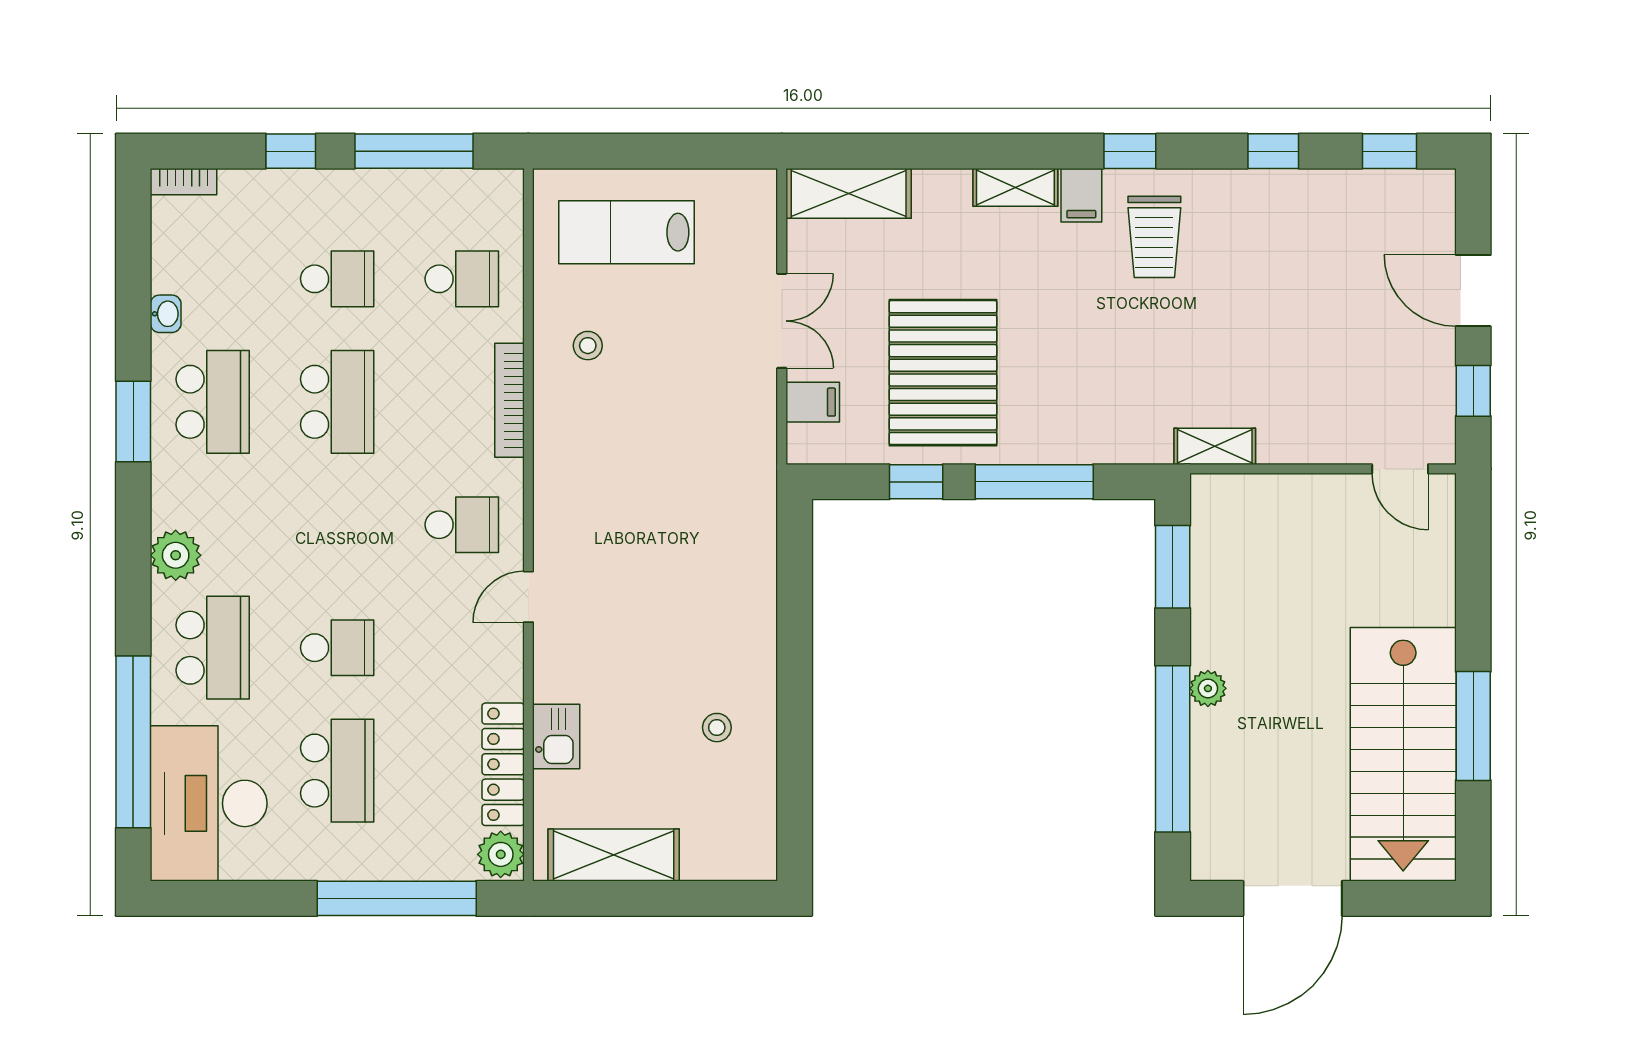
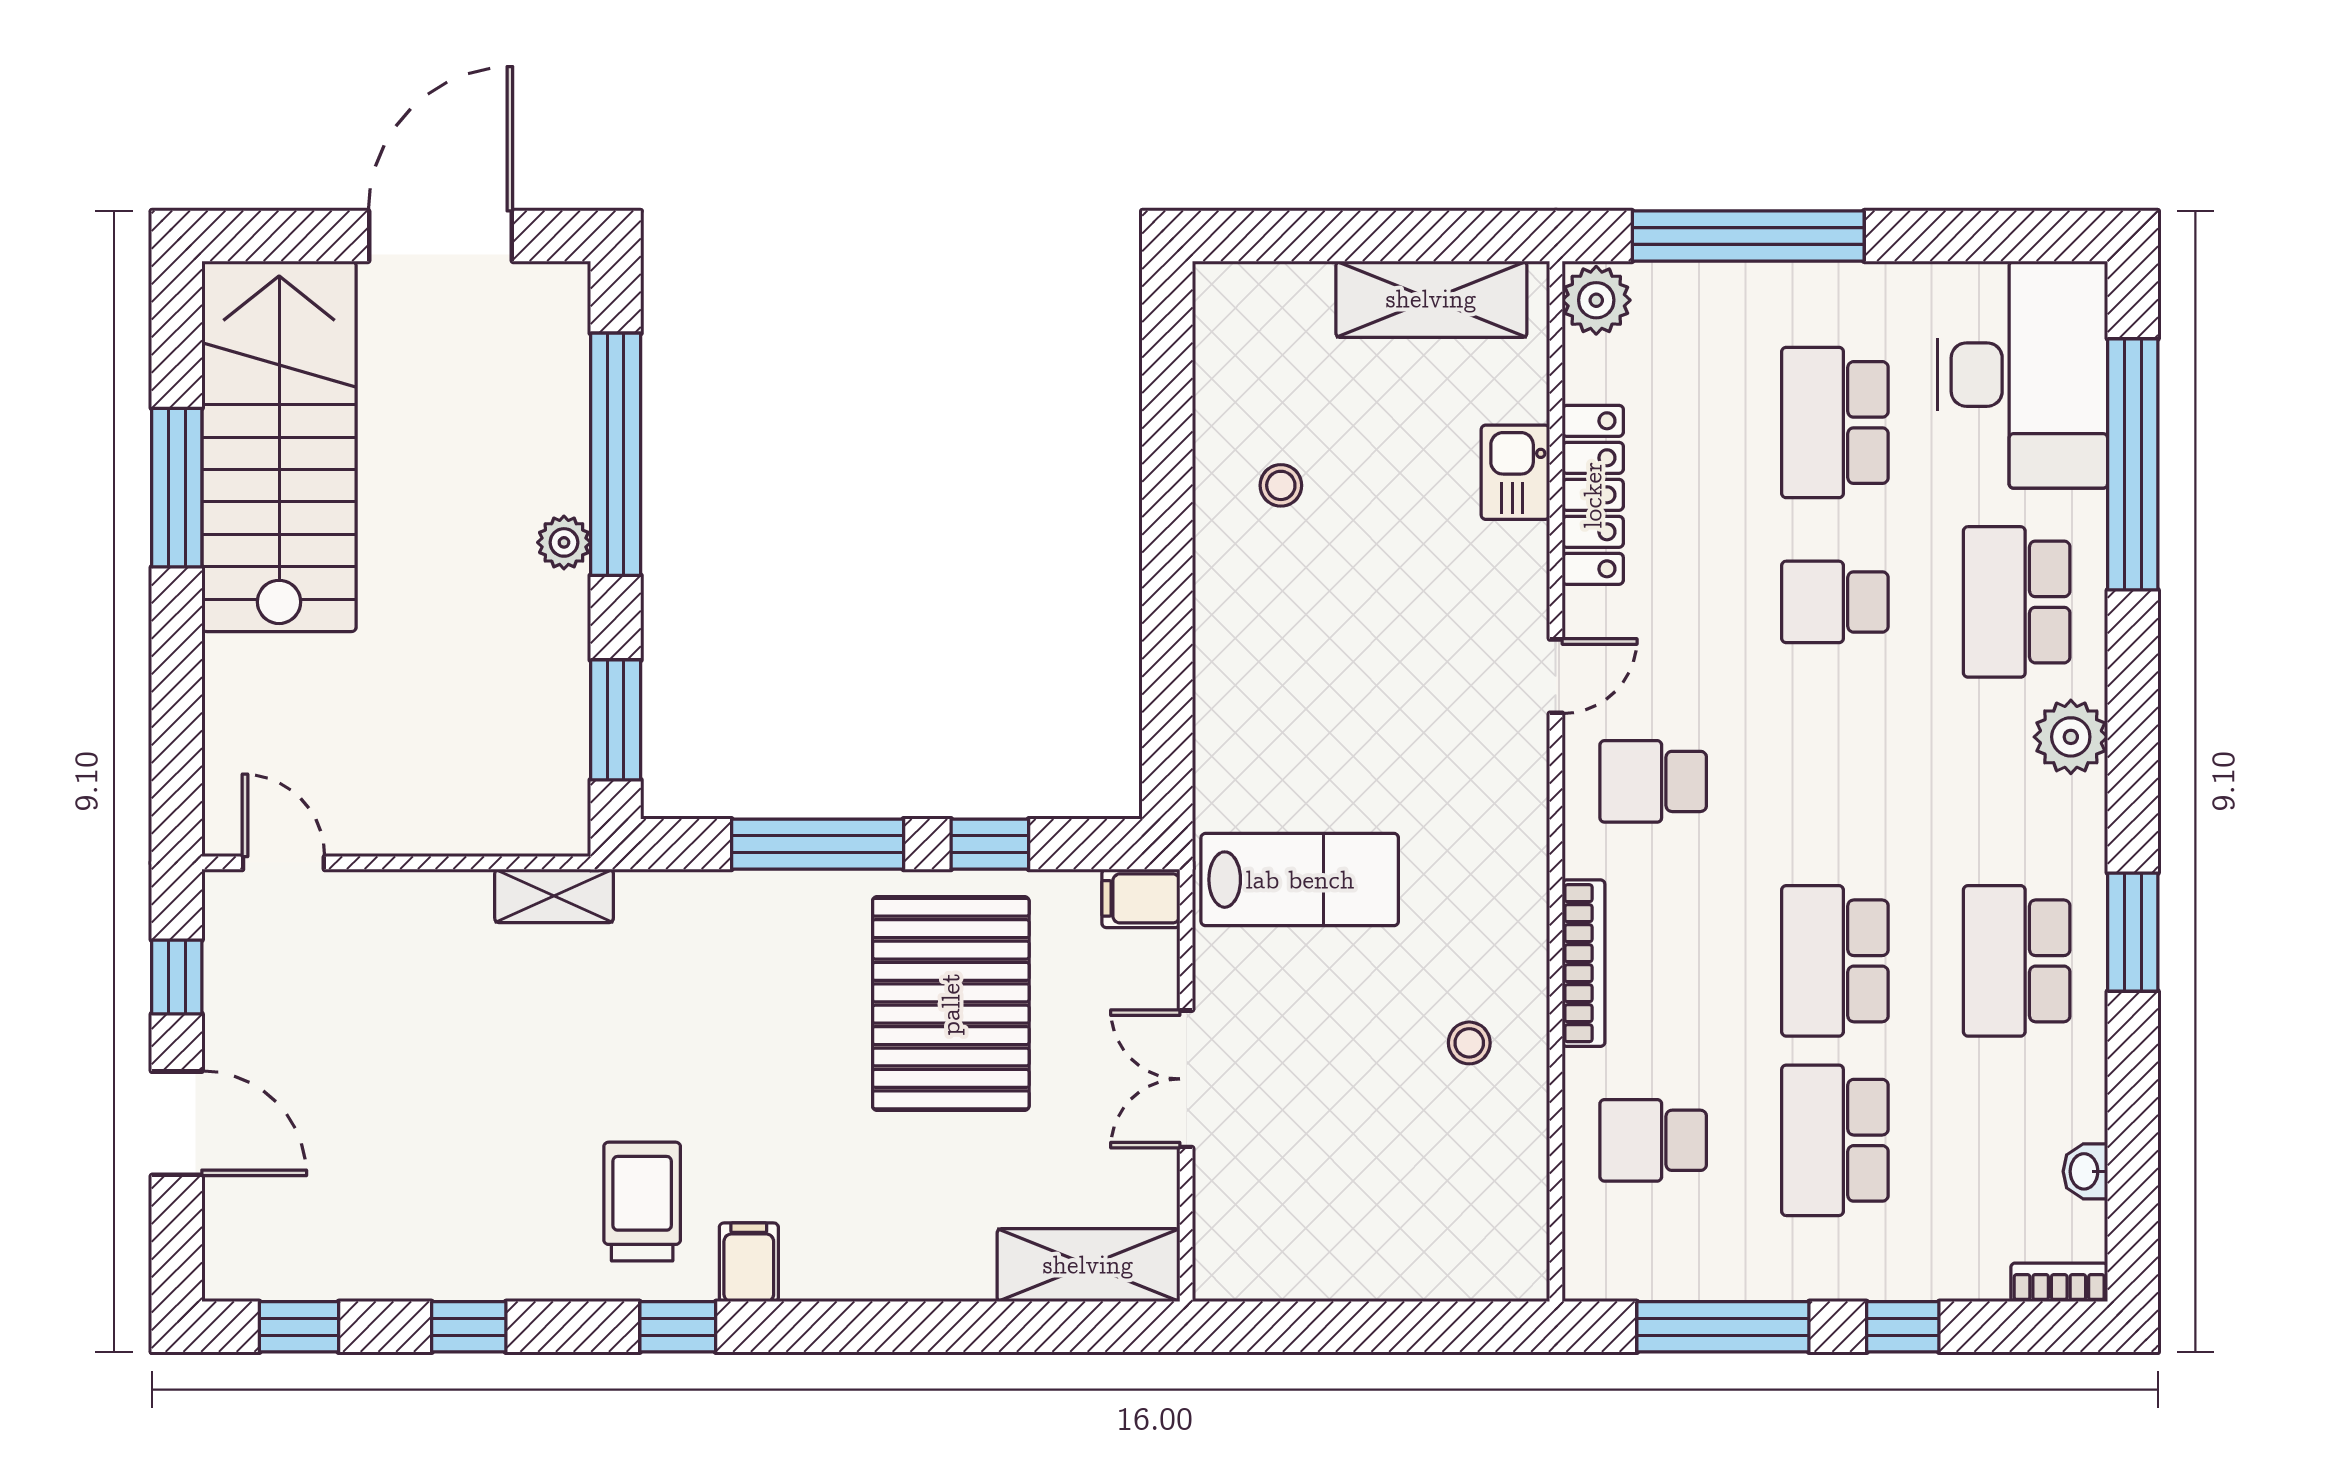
shelving: (1015, 187) -> (845, 1274), removed
lab bench: (626, 232) -> (1300, 880), moved
school desk: (337, 279) -> (1835, 1140), width x1.85
washbasin: (166, 314) -> (2085, 1171), moved
filing cabinet: (813, 402) -> (1141, 898), moved
locker: (503, 764) -> (1593, 495), moved

